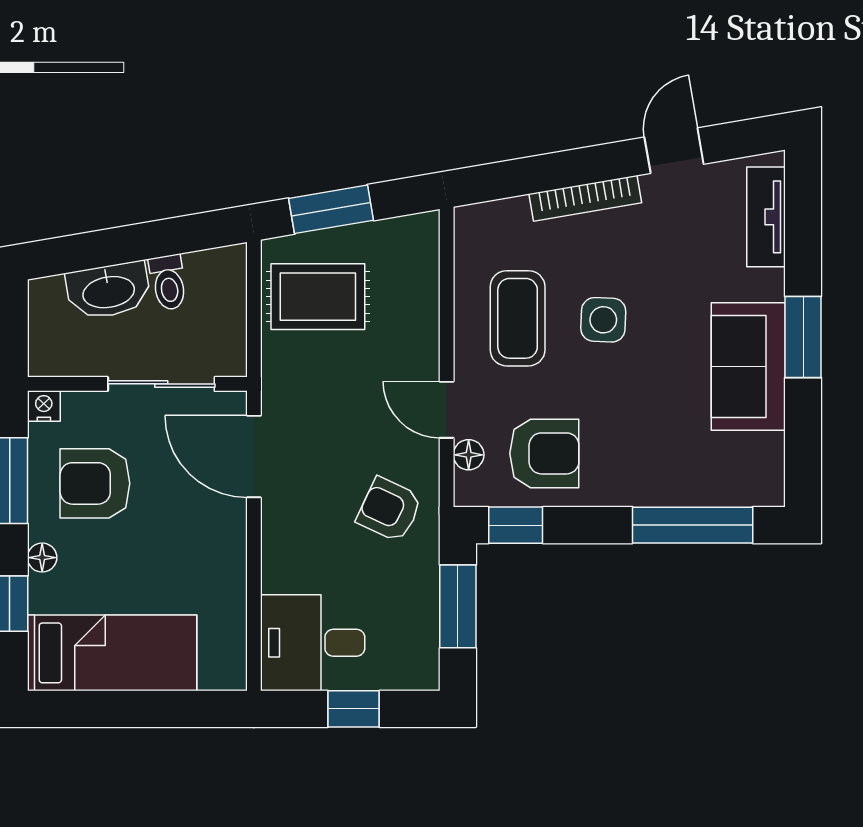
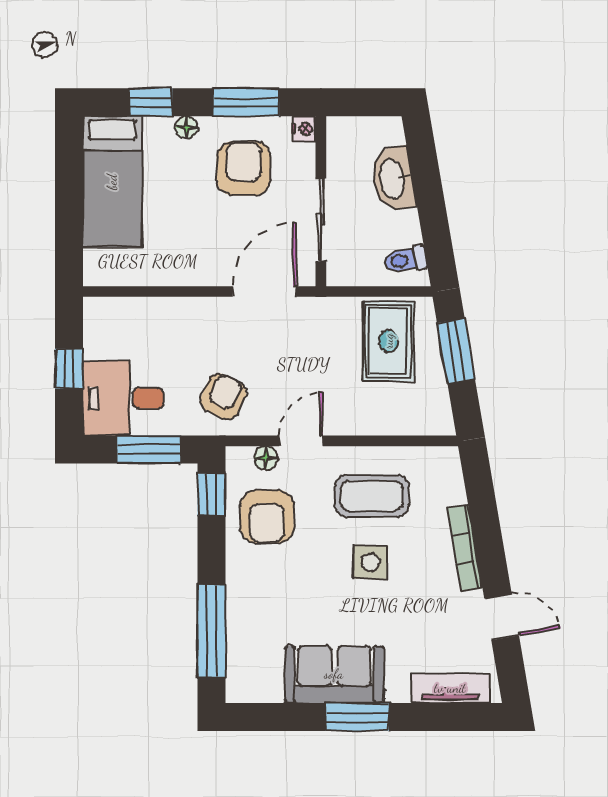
toilet: (168, 282) -> (405, 260), moved
desk: (313, 643) -> (123, 398), moved, turned -90

